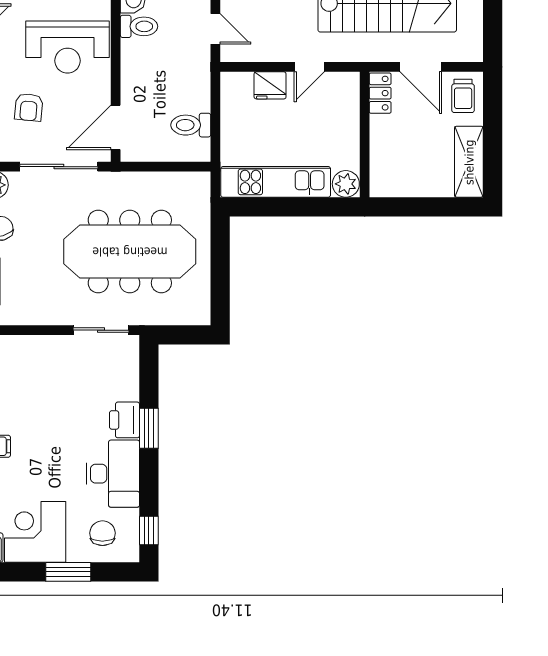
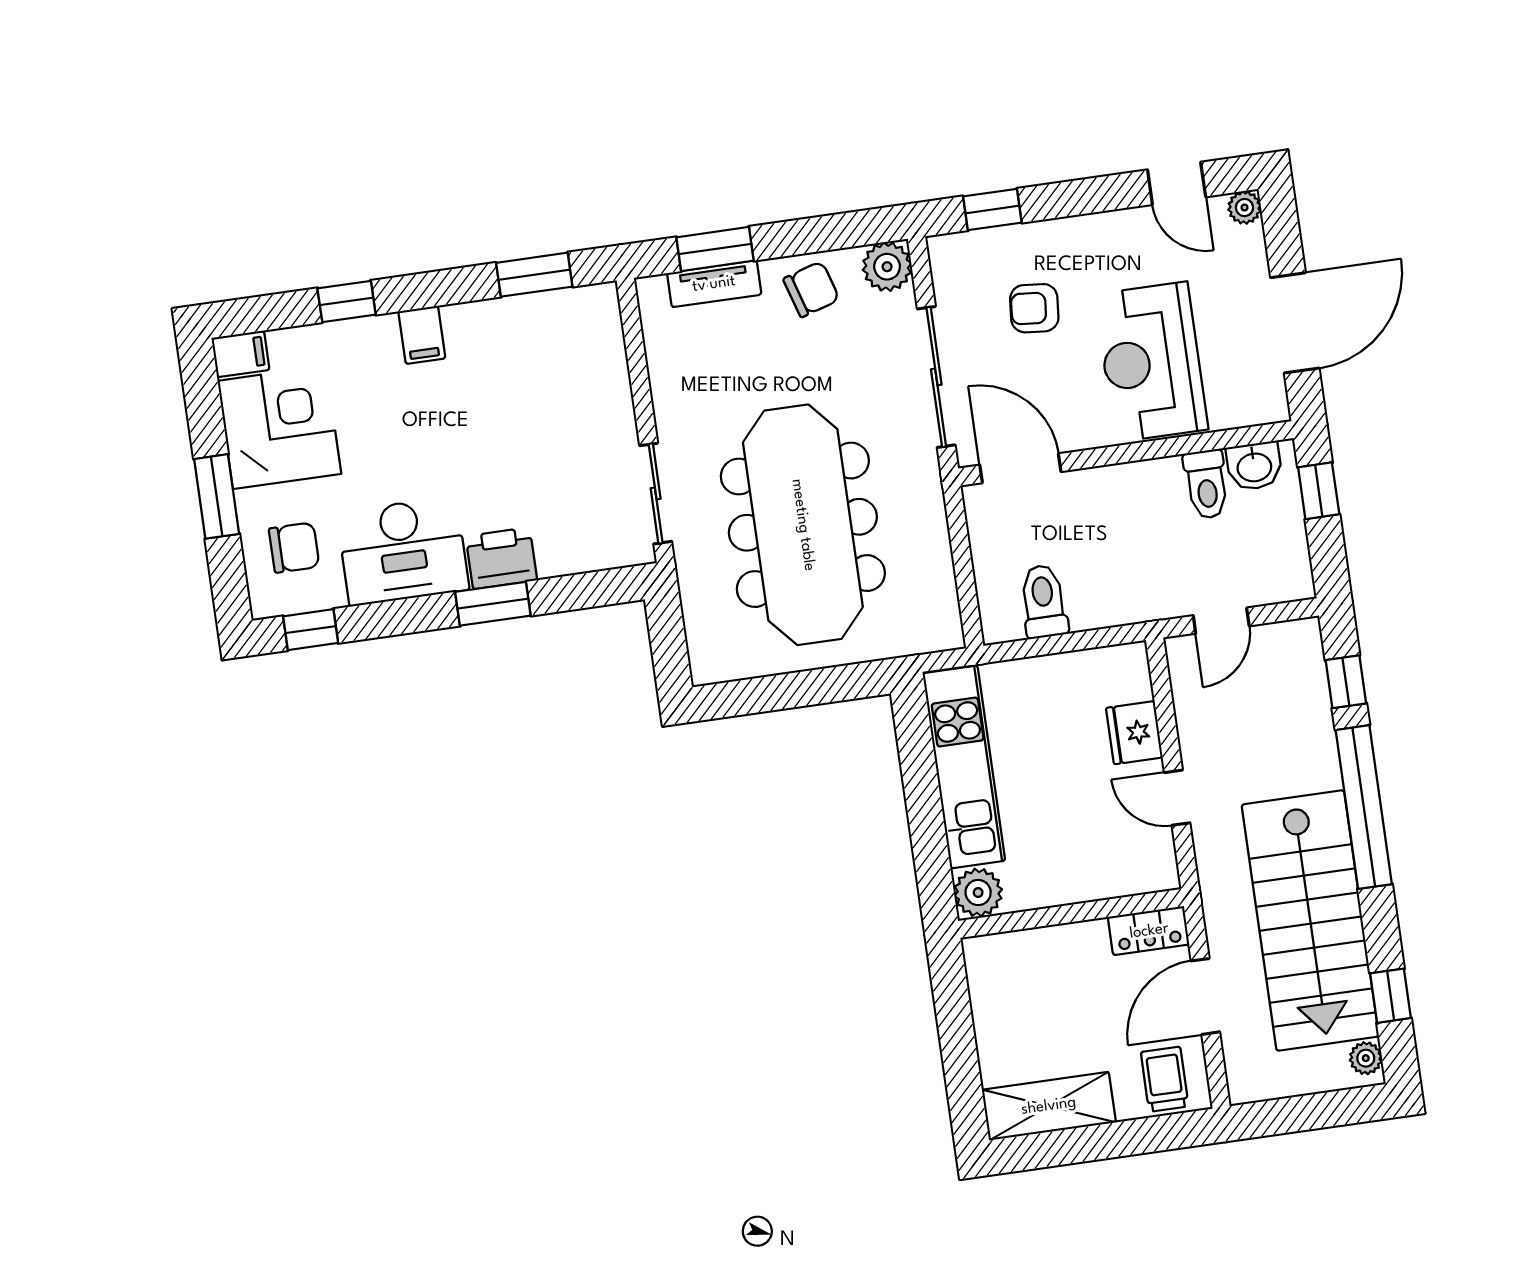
trolley: (463, 96) -> (1165, 1079), turned 90

